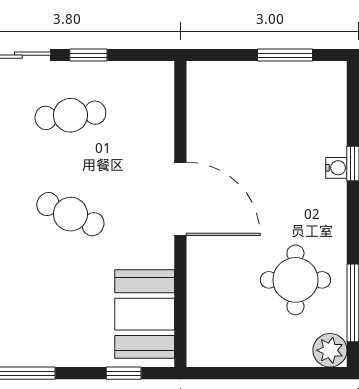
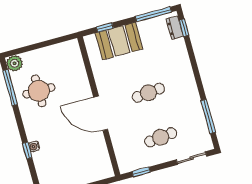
window: (88, 55) -> (141, 172), moved
cafe table: (70, 214) -> (148, 93), turned -30
booth: (145, 314) -> (119, 41), moved, turned 90

